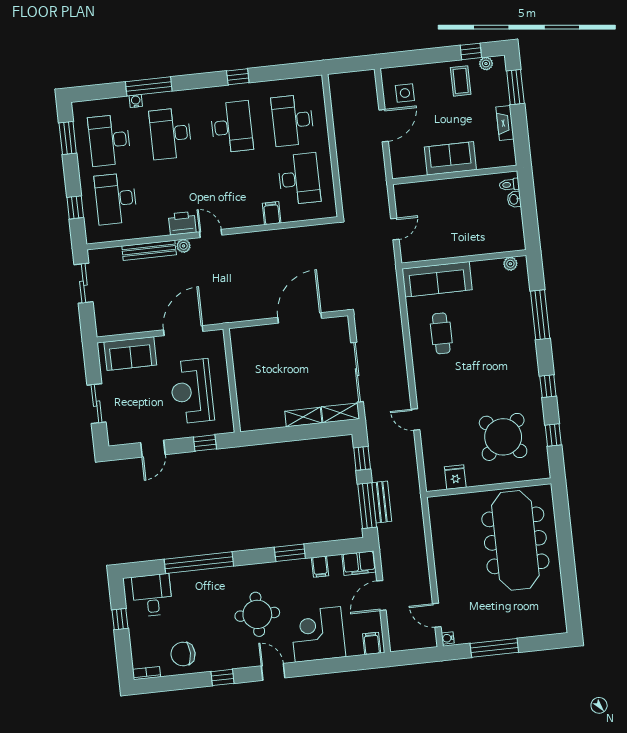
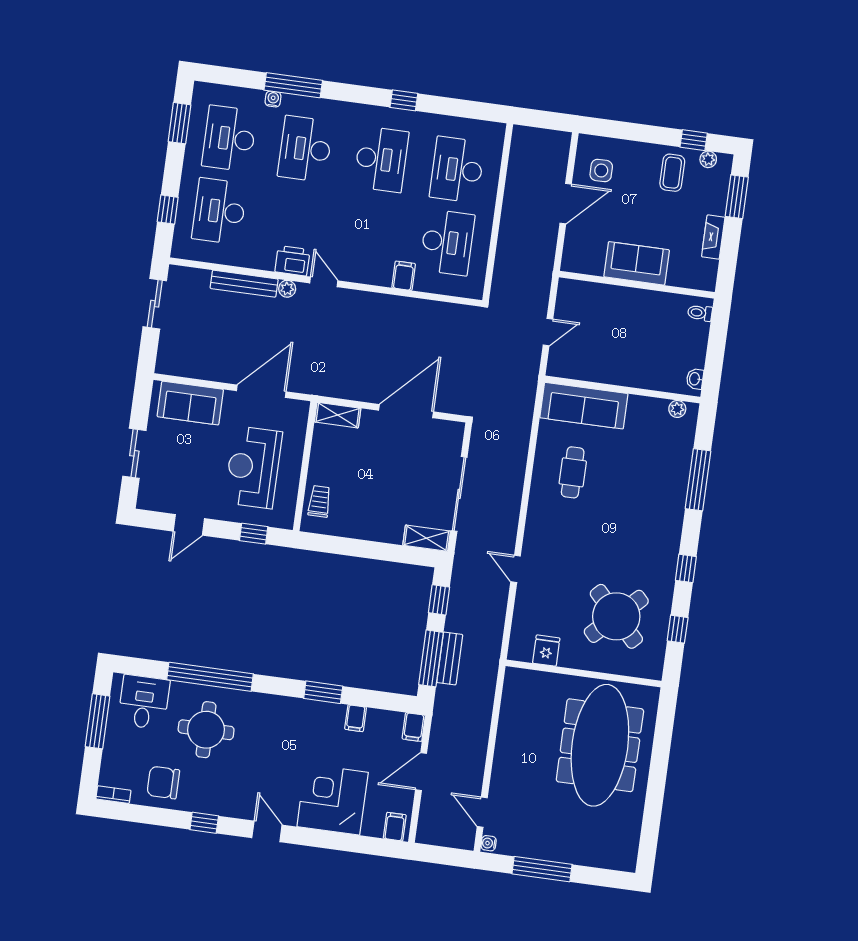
washbasin: (514, 199) -> (695, 379), moved
trolley: (250, 405) -> (319, 501), added
shelving: (303, 417) -> (338, 415), moved
filing cabinet: (359, 563) -> (414, 727), width x0.50
round table: (257, 614) -> (206, 730), moved
window: (120, 619) -> (98, 721), width x2.17

